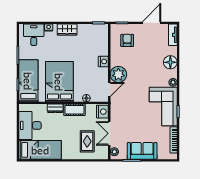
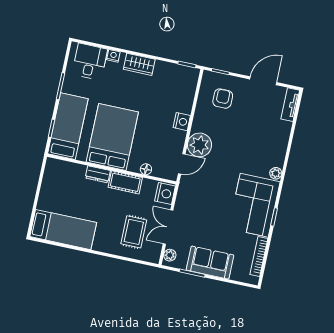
floor lamp: (170, 62) -> (278, 143), removed
desk: (30, 125) -> (56, 191), removed

